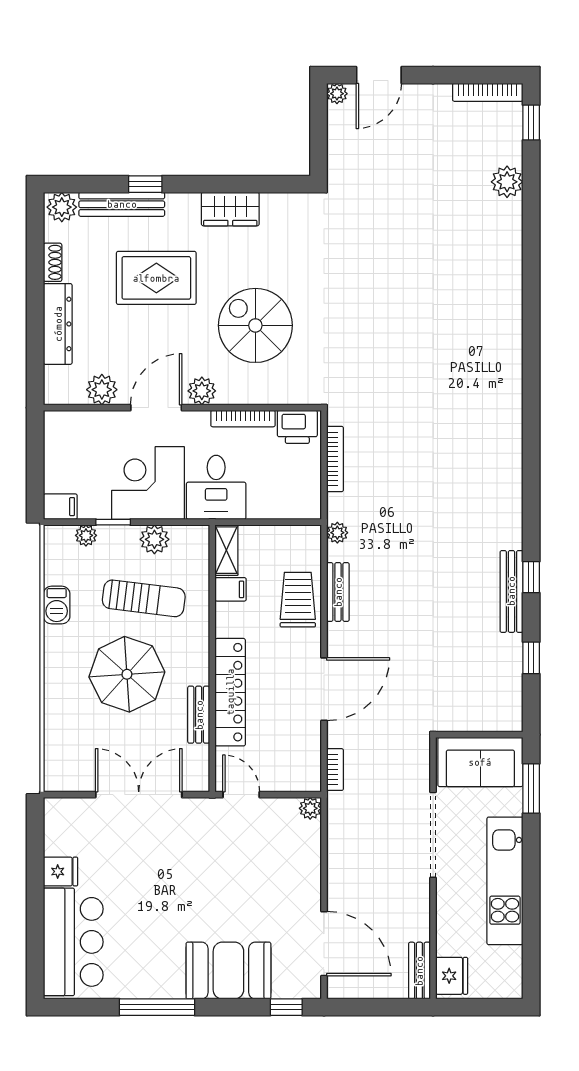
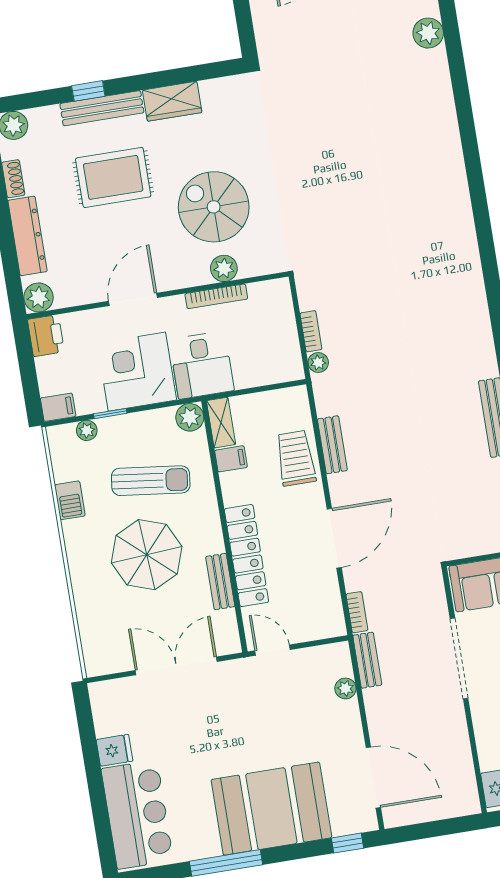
bench: (122, 204) -> (102, 108), moved
plant: (102, 390) -> (39, 297), moved
plant: (202, 391) -> (224, 268), moved
printer: (297, 427) -> (46, 336), moved, turned -90
bookcase: (335, 459) -> (311, 331), width x0.64
plant: (337, 533) -> (318, 363), moved
plant: (154, 539) -> (190, 417), moved
plant: (310, 808) -> (345, 688), moved
booth: (228, 971) -> (271, 809), width x1.36, depth x1.42
bench: (419, 971) -> (367, 660), moved

